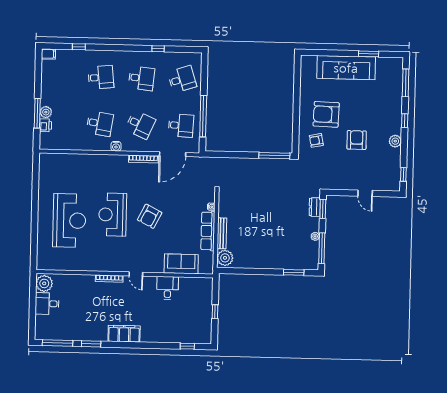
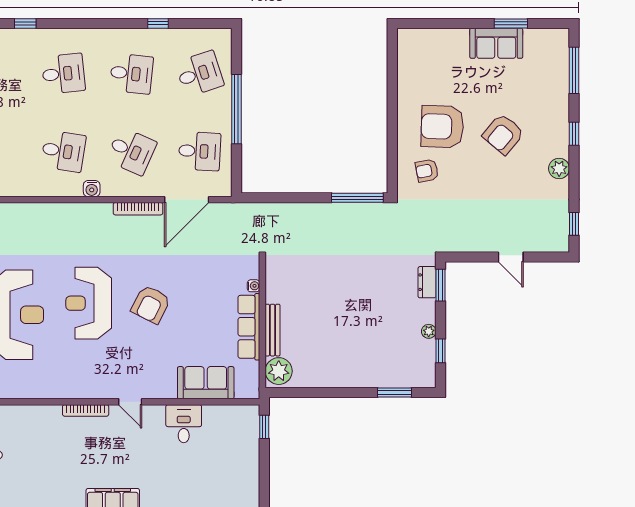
sofa: (346, 68) -> (496, 43), width x0.54, depth x0.79
window: (203, 116) -> (236, 109), moved
armchair: (357, 140) -> (503, 134), moved, turned -140
window: (322, 248) -> (441, 351), width x0.46
window: (215, 312) -> (264, 427), moved

